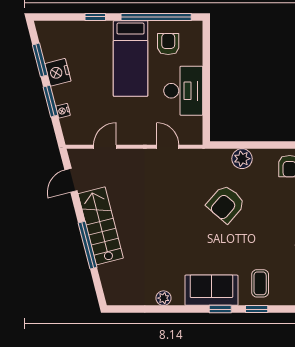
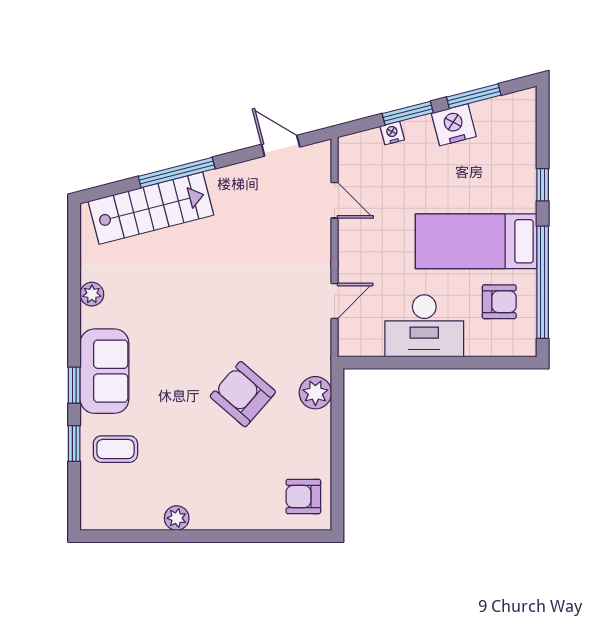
plant: (242, 159) -> (315, 393), moved
stairs: (101, 226) -> (151, 208), moved

